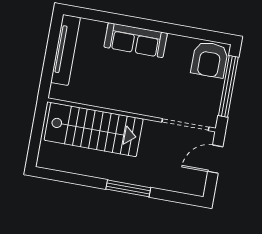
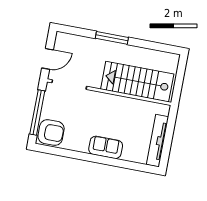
sofa: (136, 40) -> (106, 147), width x0.73
armchair: (210, 60) -> (51, 132), turned 90

